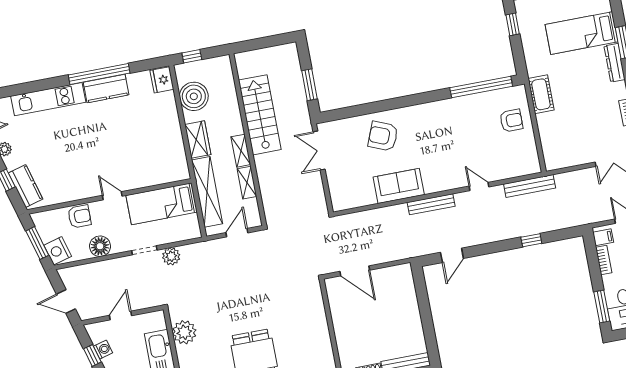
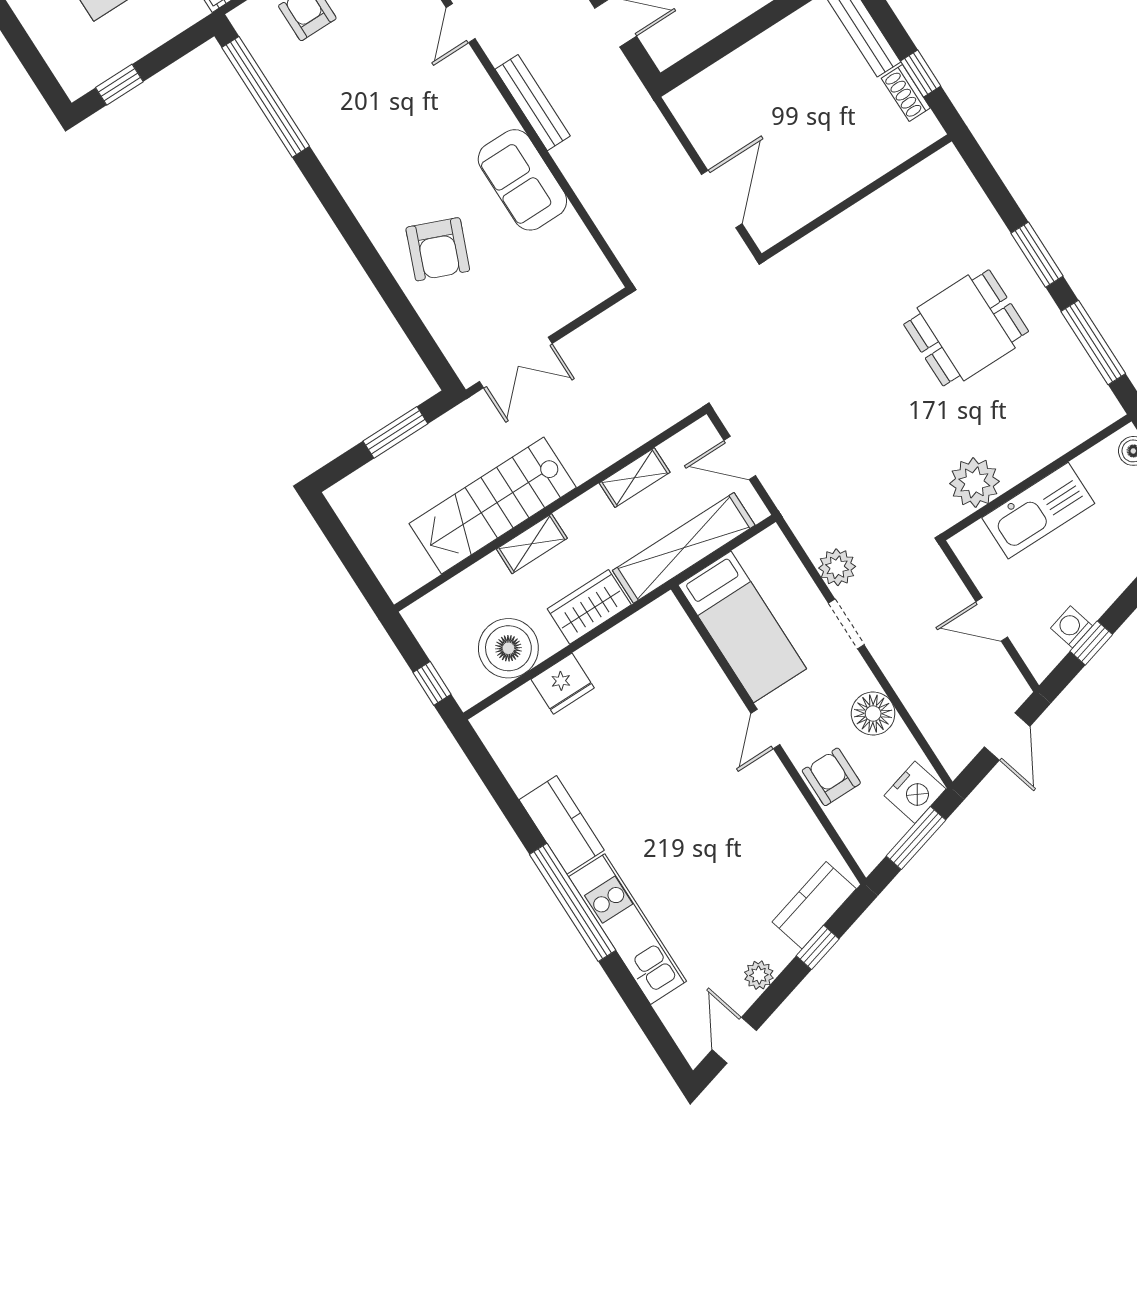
window: (99, 74) -> (573, 902), moved
fridge: (162, 80) -> (563, 684), moved
shelving: (241, 151) -> (532, 544), moved

